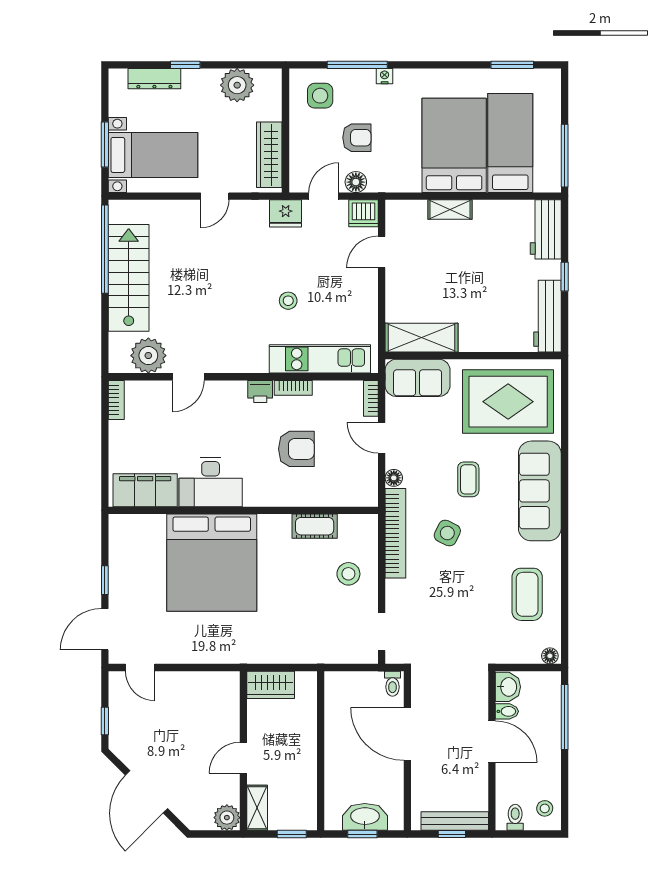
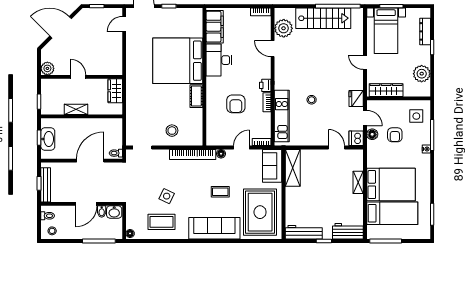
cot: (315, 526) -> (196, 96), moved
side table: (447, 533) -> (167, 196), moved
shelving: (257, 808) -> (76, 109), moved

